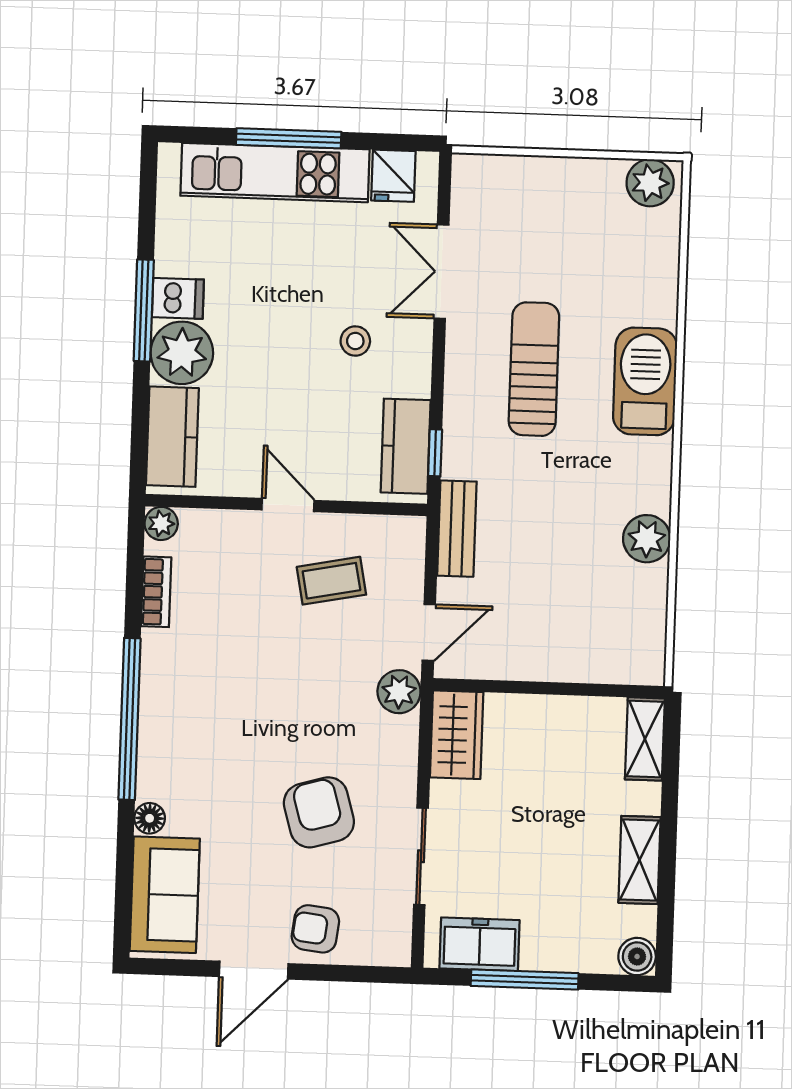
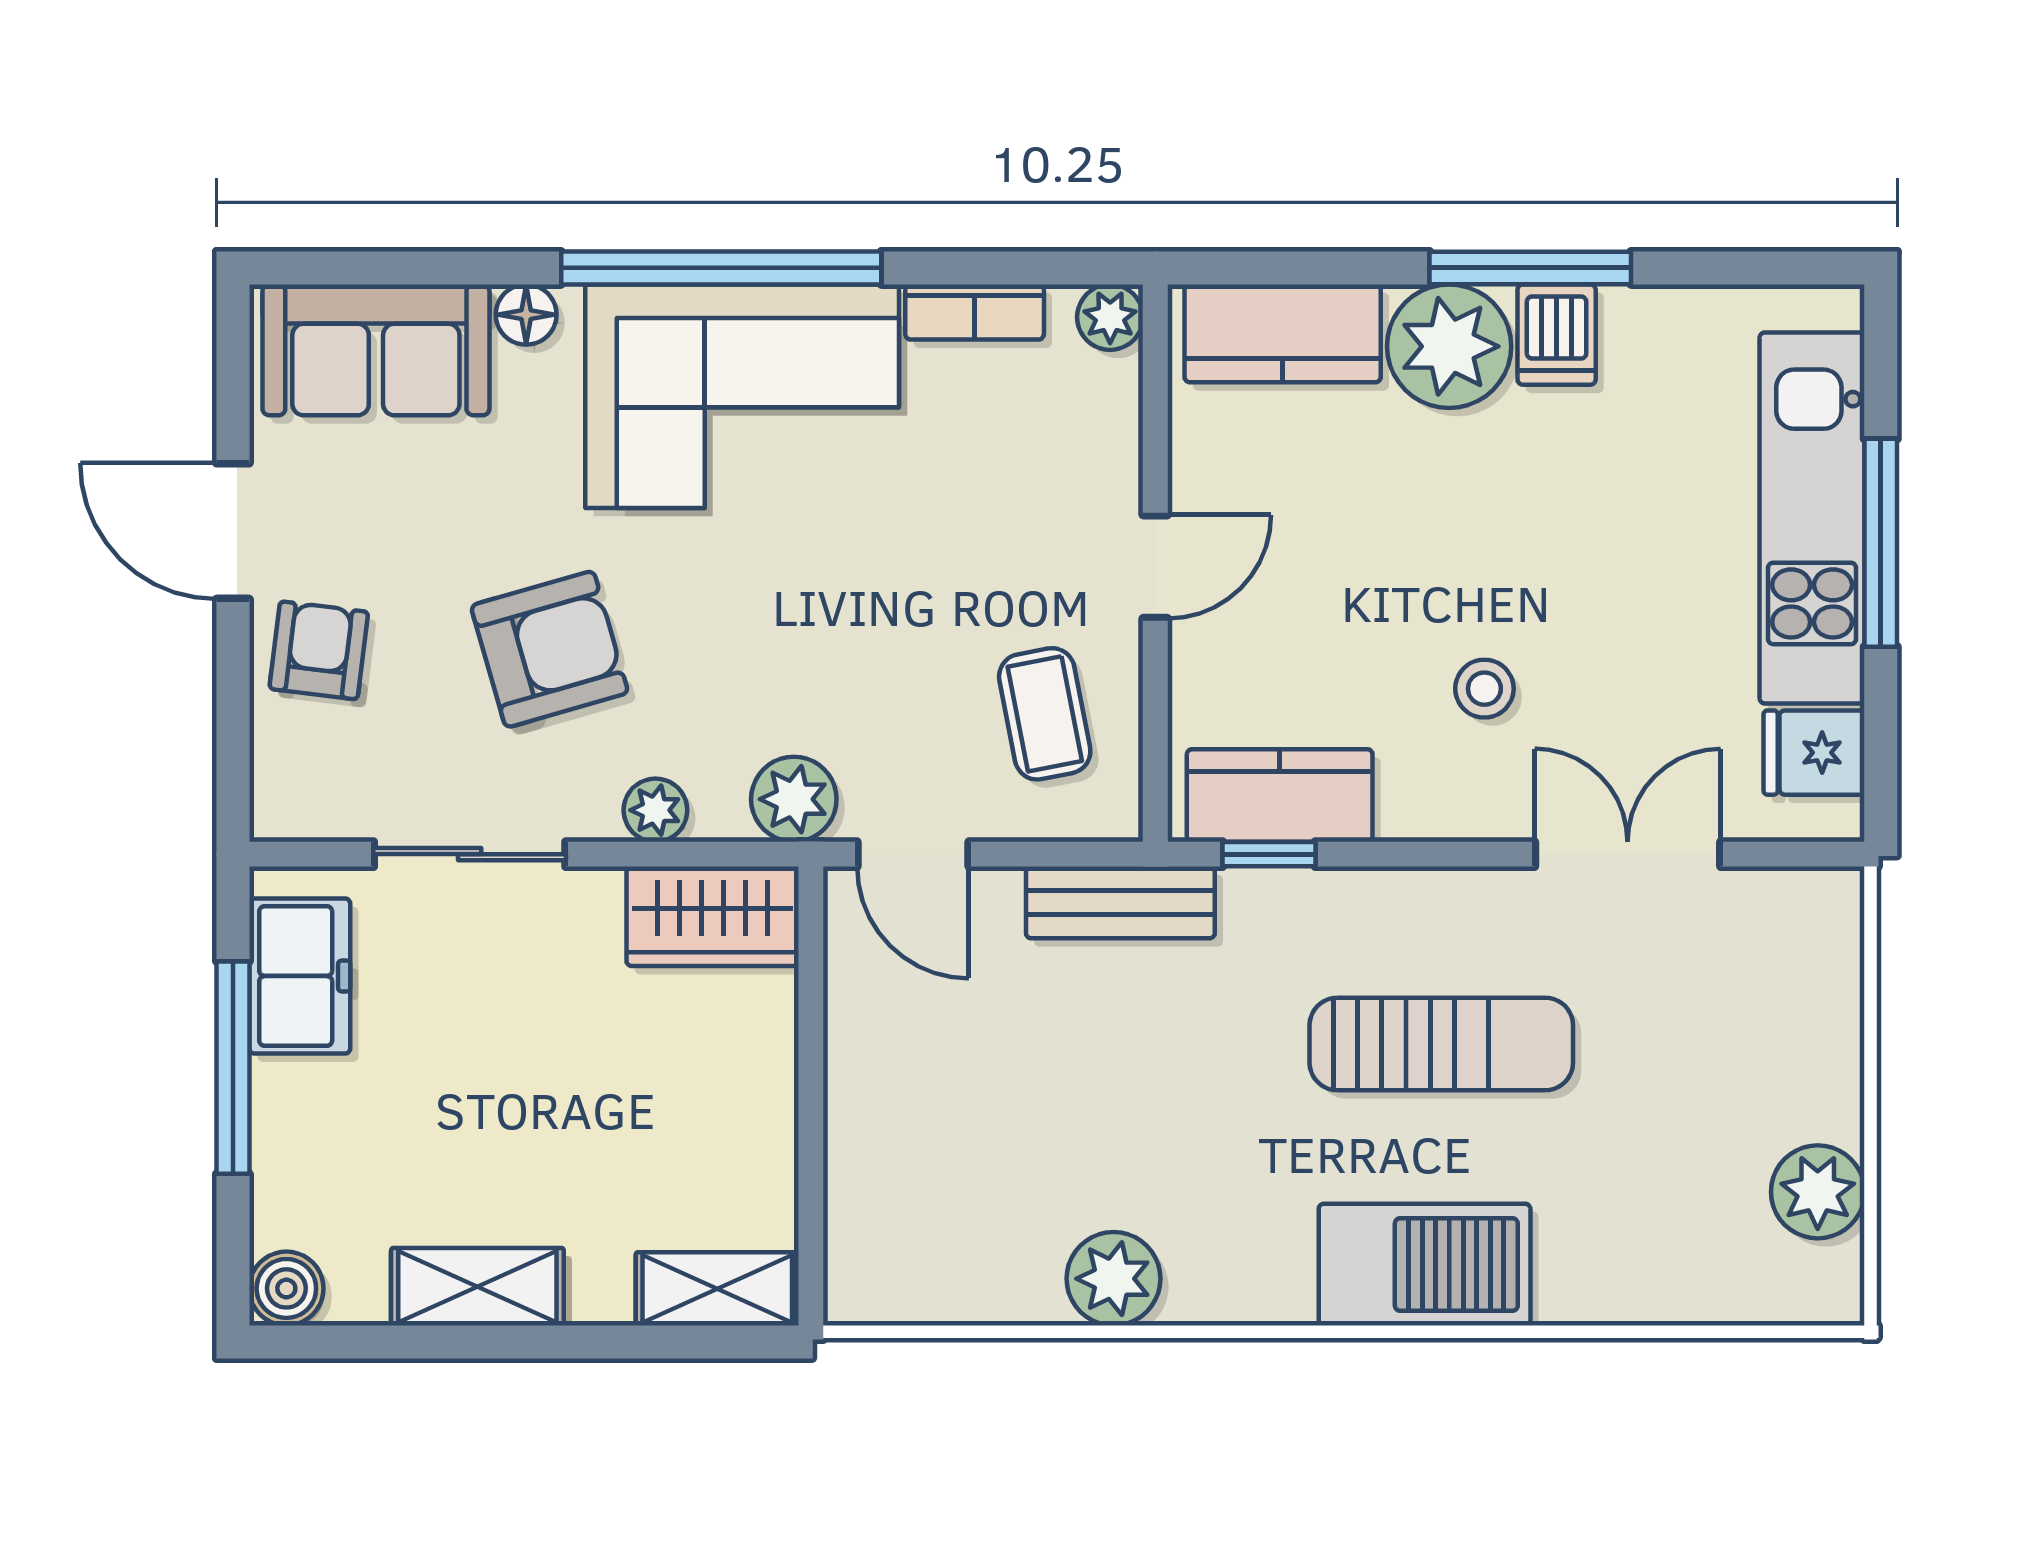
plant: (650, 183) -> (1818, 1192), moved
coffee table: (331, 581) -> (1045, 714), moved
corner sofa: (195, 711) -> (742, 396), added
plant: (402, 762) -> (655, 810), added

